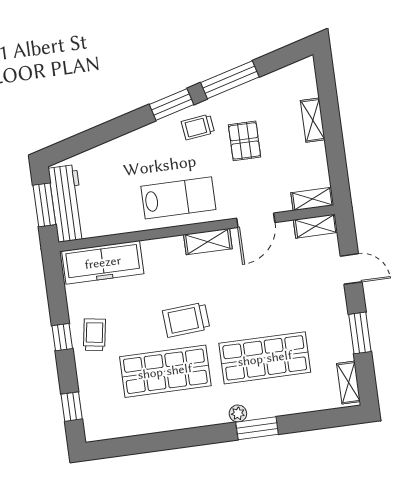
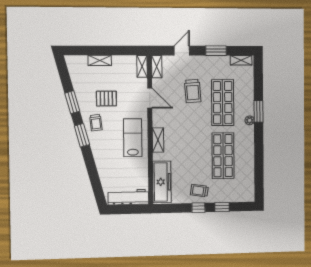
window: (230, 80) -> (72, 102), width x0.69
window: (44, 205) -> (128, 209), removed
shelving: (208, 242) -> (158, 140), moved
trolley: (186, 320) -> (193, 91), moved
window: (72, 407) -> (222, 207), moved

